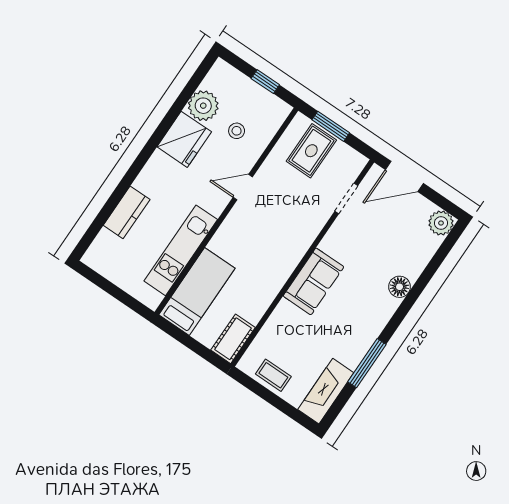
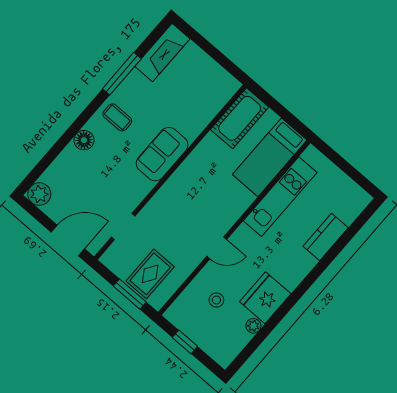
plant: (203, 106) -> (253, 326), width x0.53, depth x0.53
cot: (233, 339) -> (240, 118), width x1.37, depth x1.34
coffee table: (273, 375) -> (117, 117), moved

